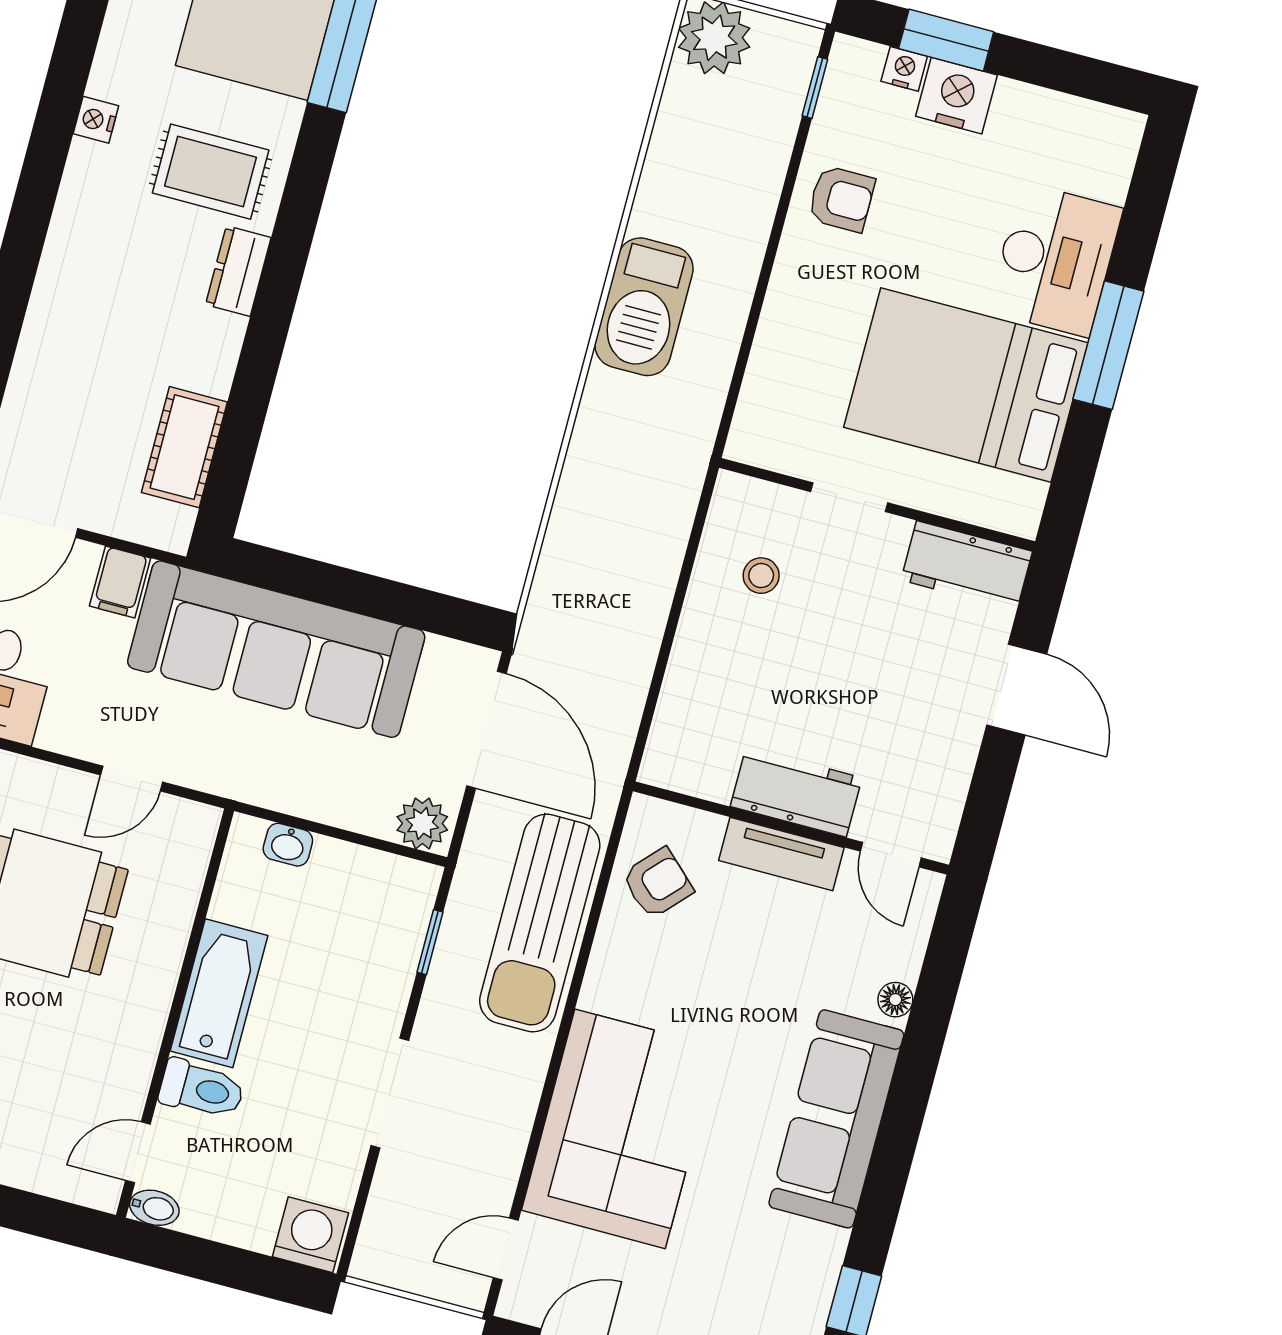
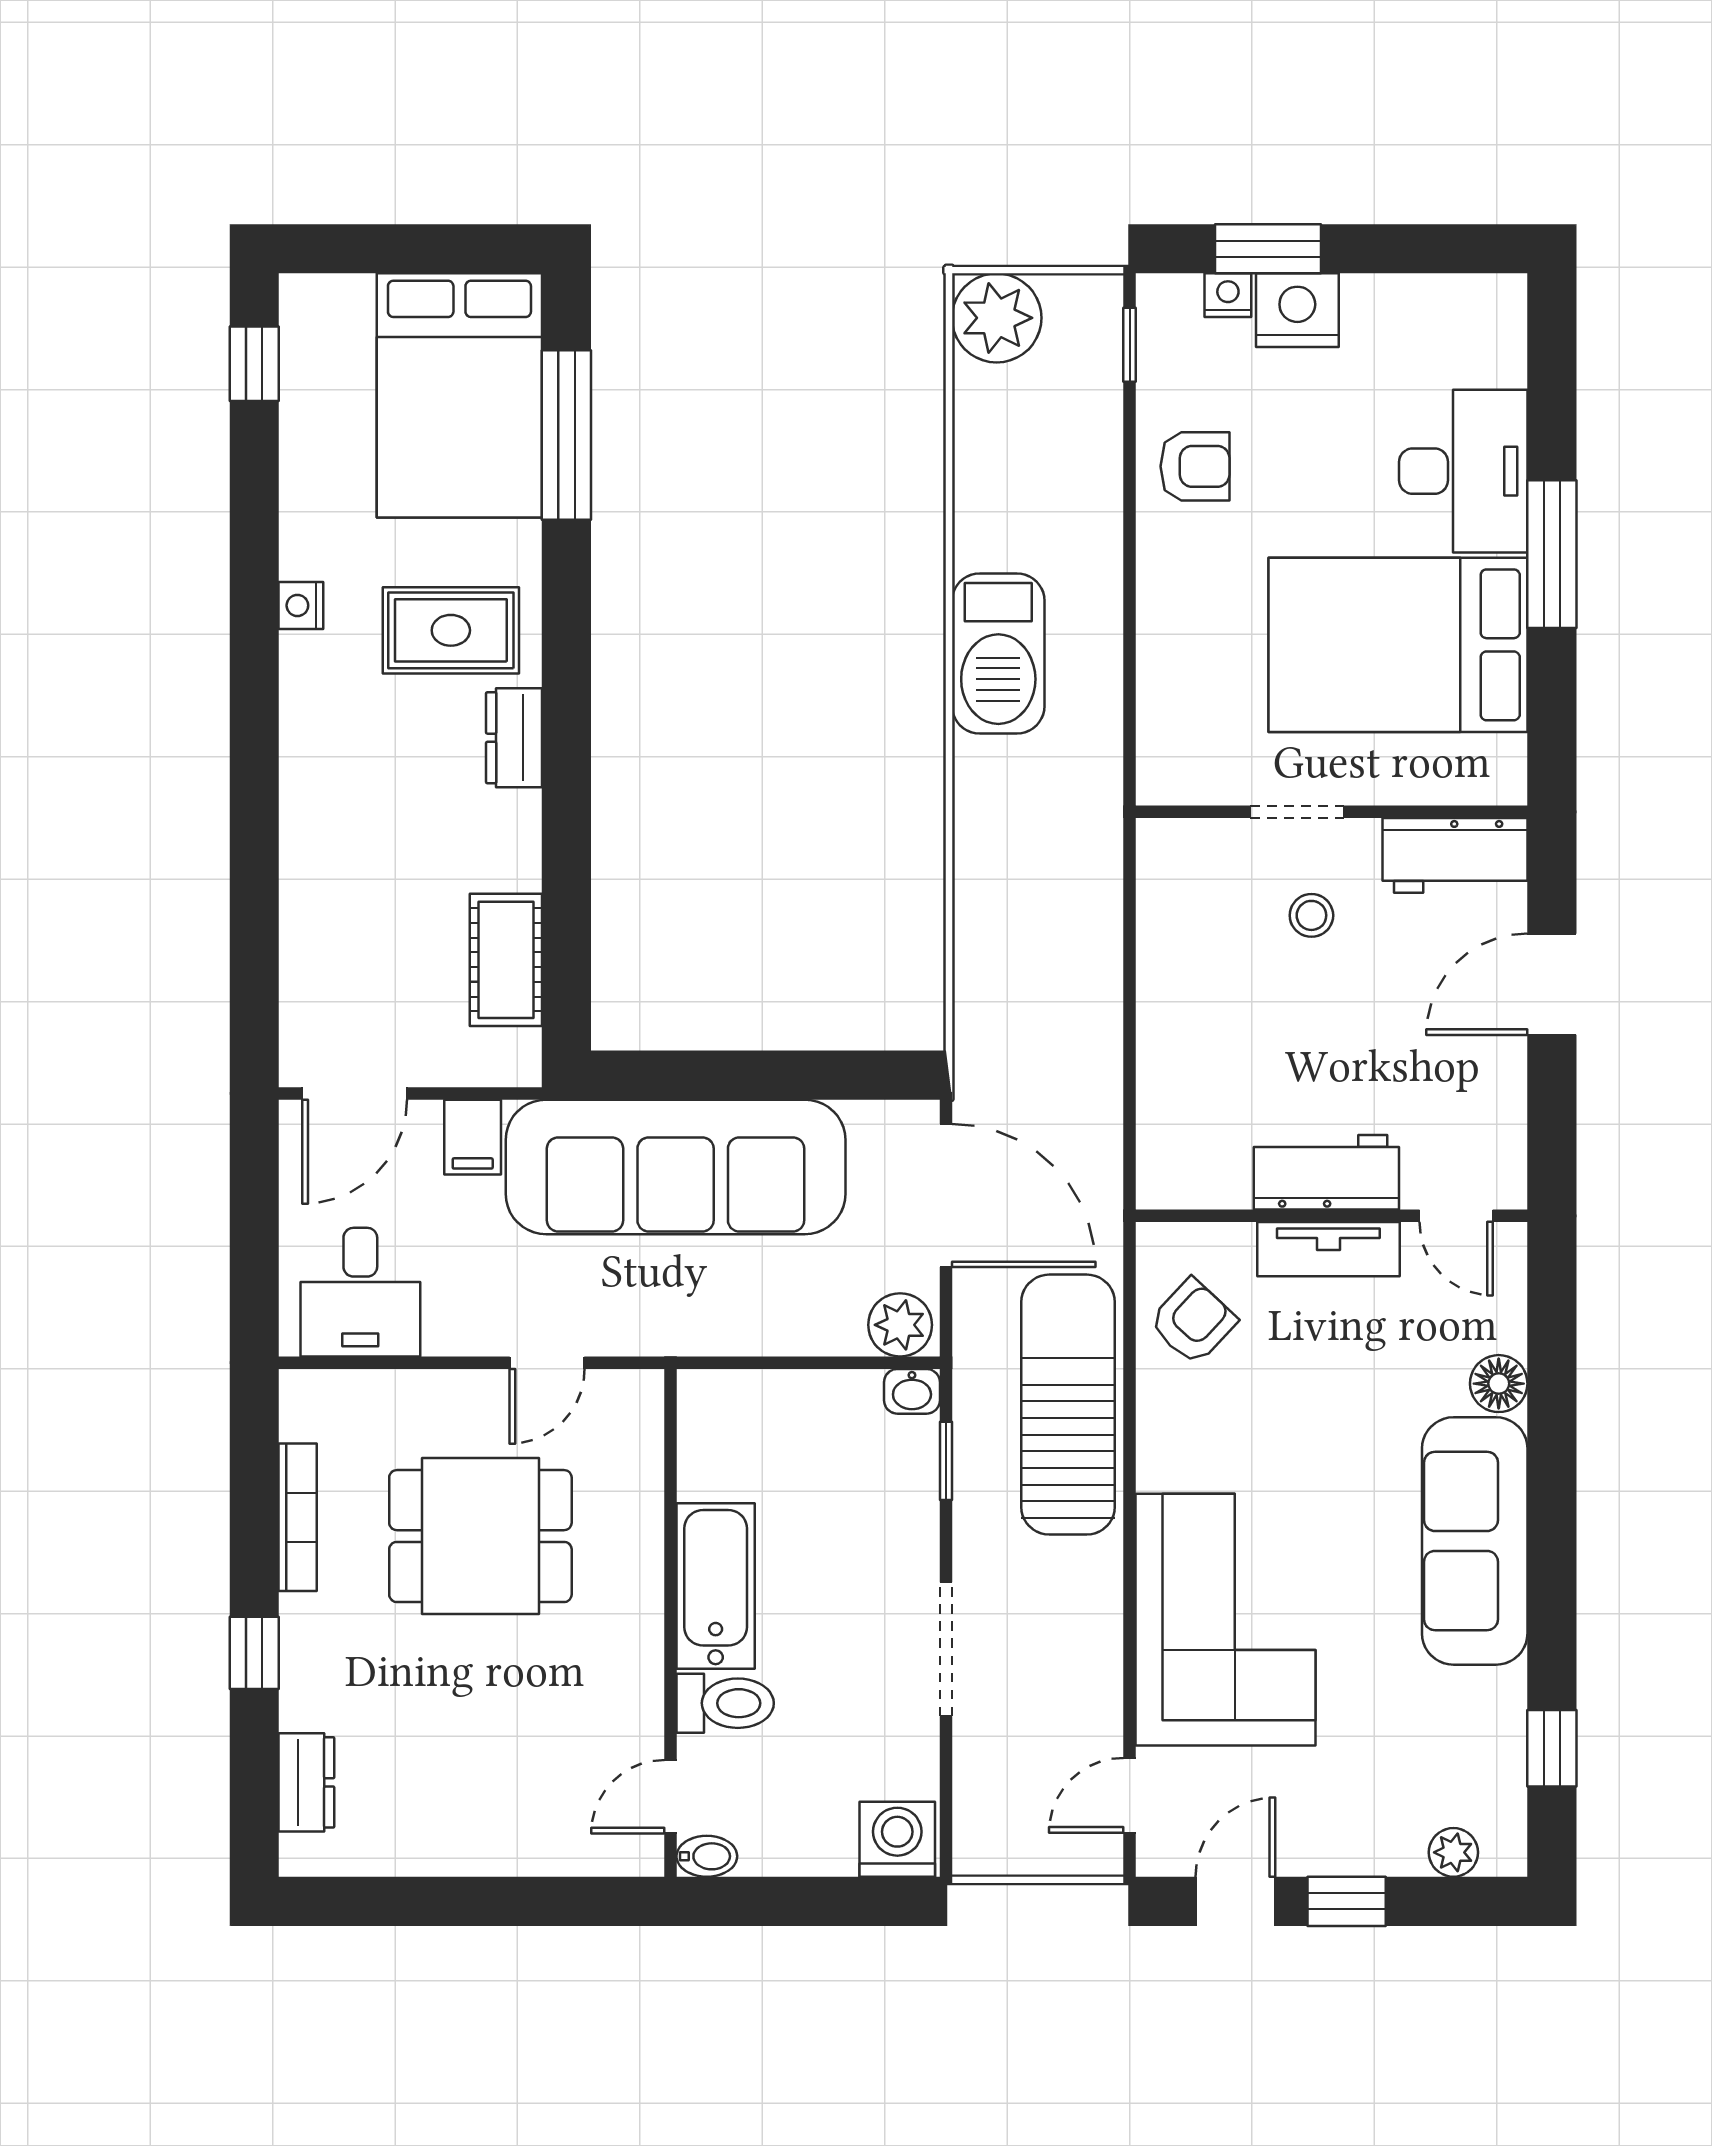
stool: (761, 576) -> (1311, 915), moved
door: (1017, 689) -> (1552, 984), swing flipped
washbasin: (288, 845) -> (912, 1391), moved
sun lounger: (540, 923) -> (1068, 1405), turned 180
floor lamp: (895, 1000) -> (1499, 1384), width x1.37, depth x1.37

